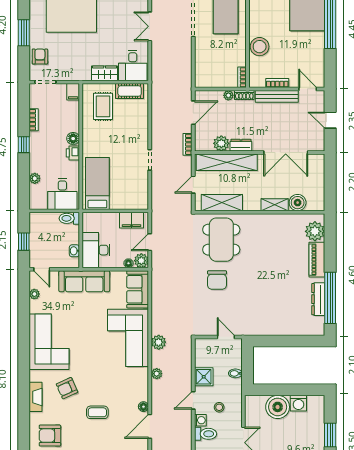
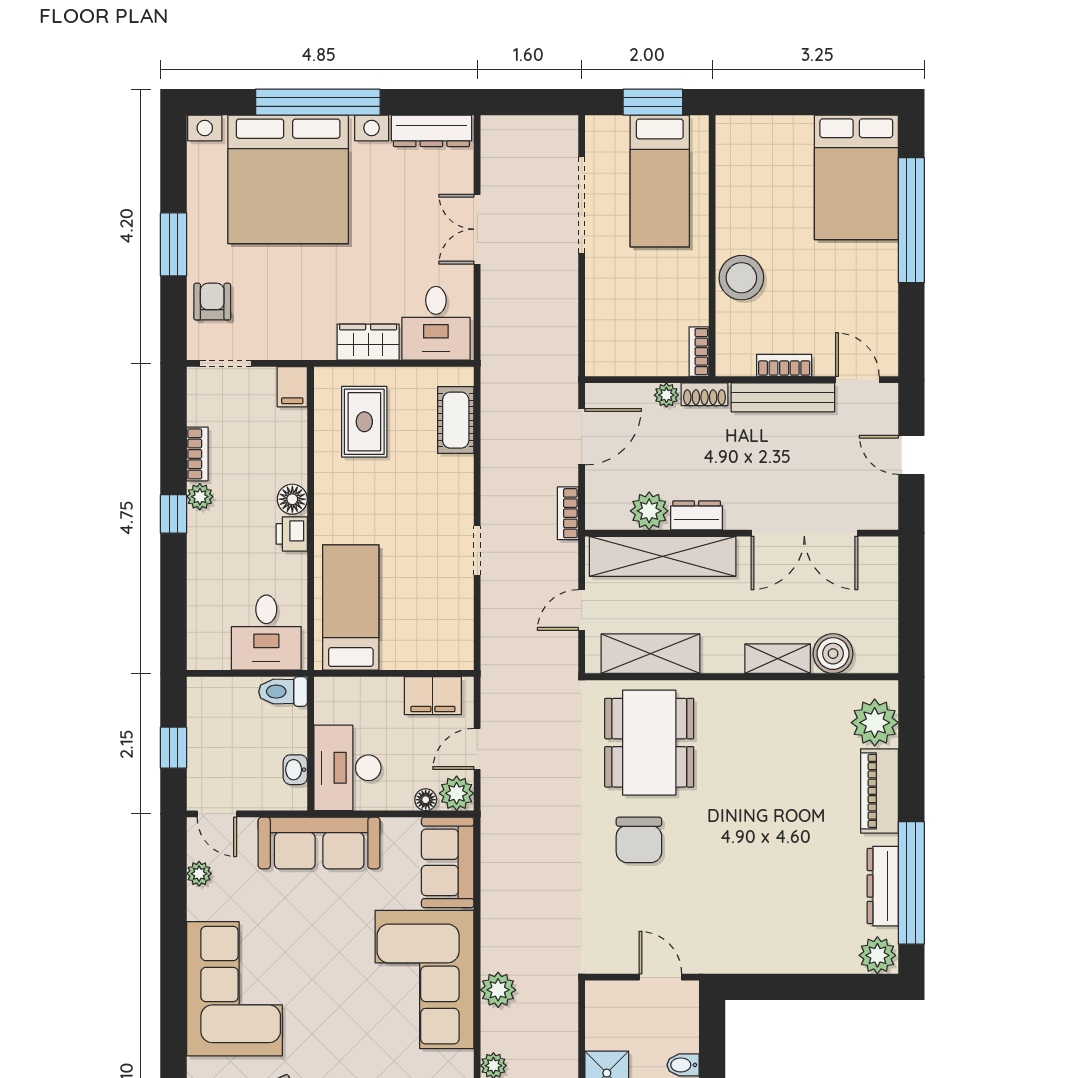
cot: (130, 91) -> (456, 420), moved, turned 90
plant: (35, 178) -> (200, 497), moved
plant: (316, 328) -> (877, 955), added

